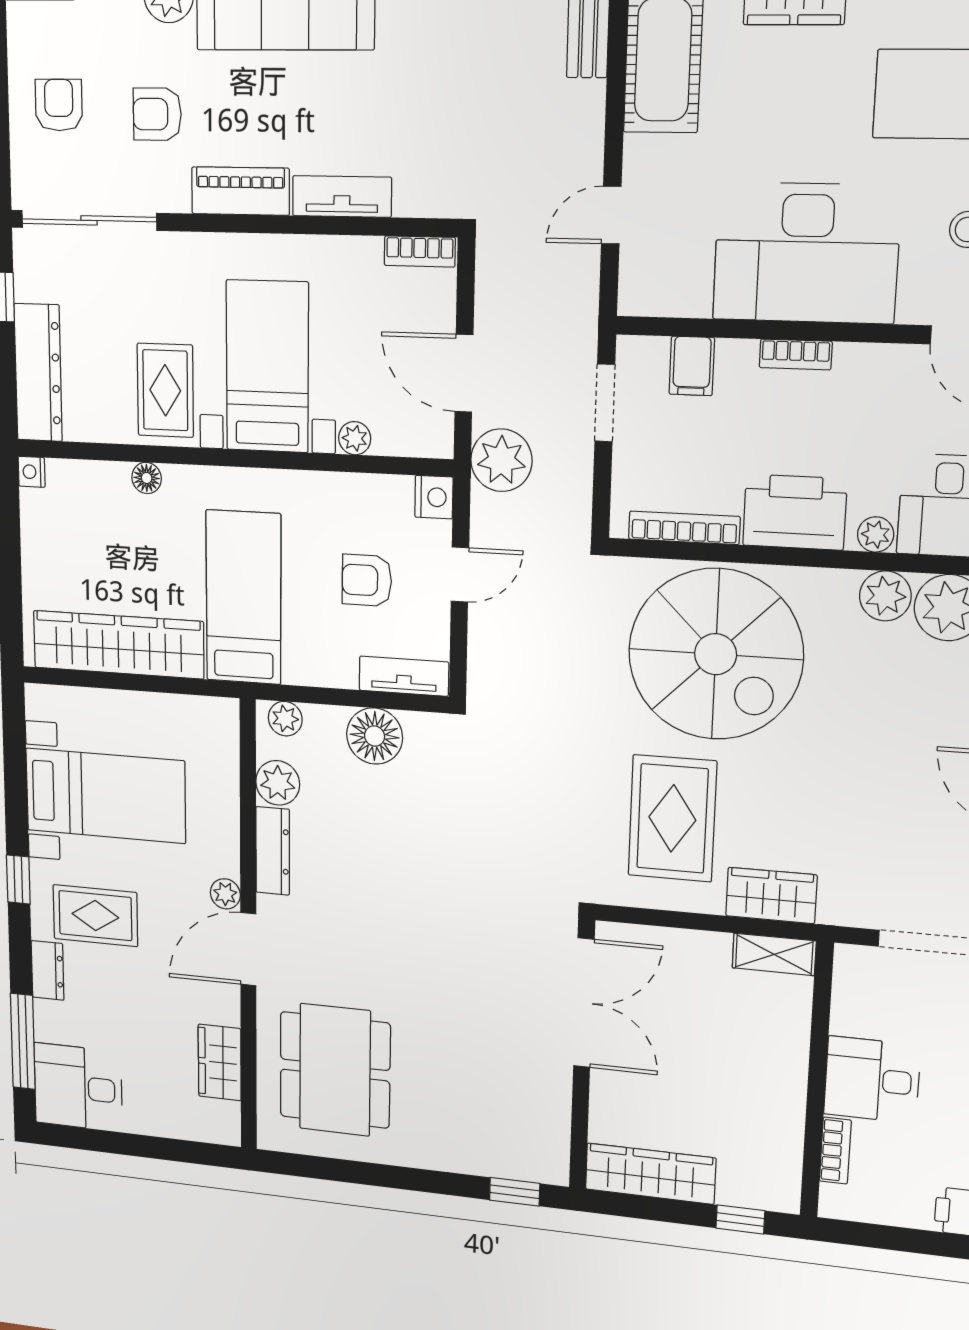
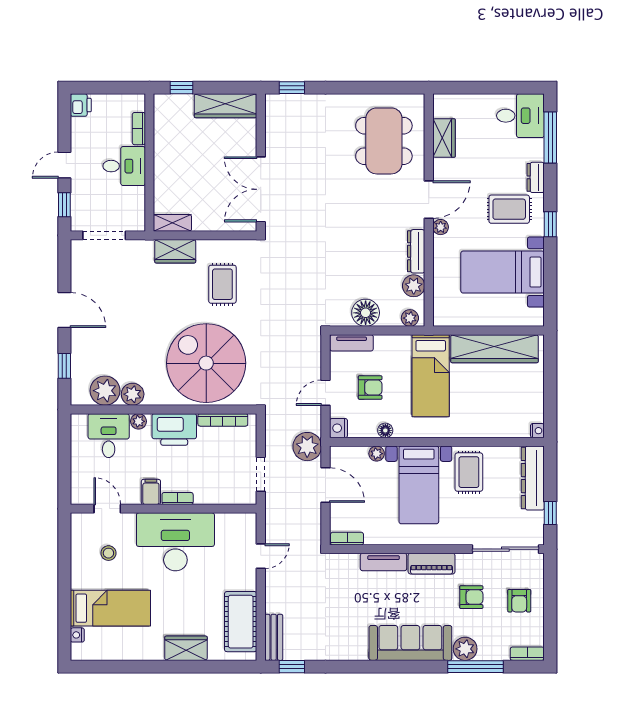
filing cabinet: (692, 366) -> (151, 492), moved
floor lamp: (147, 478) -> (385, 430), moved
rug: (672, 818) -> (222, 284), width x0.73, depth x0.70

